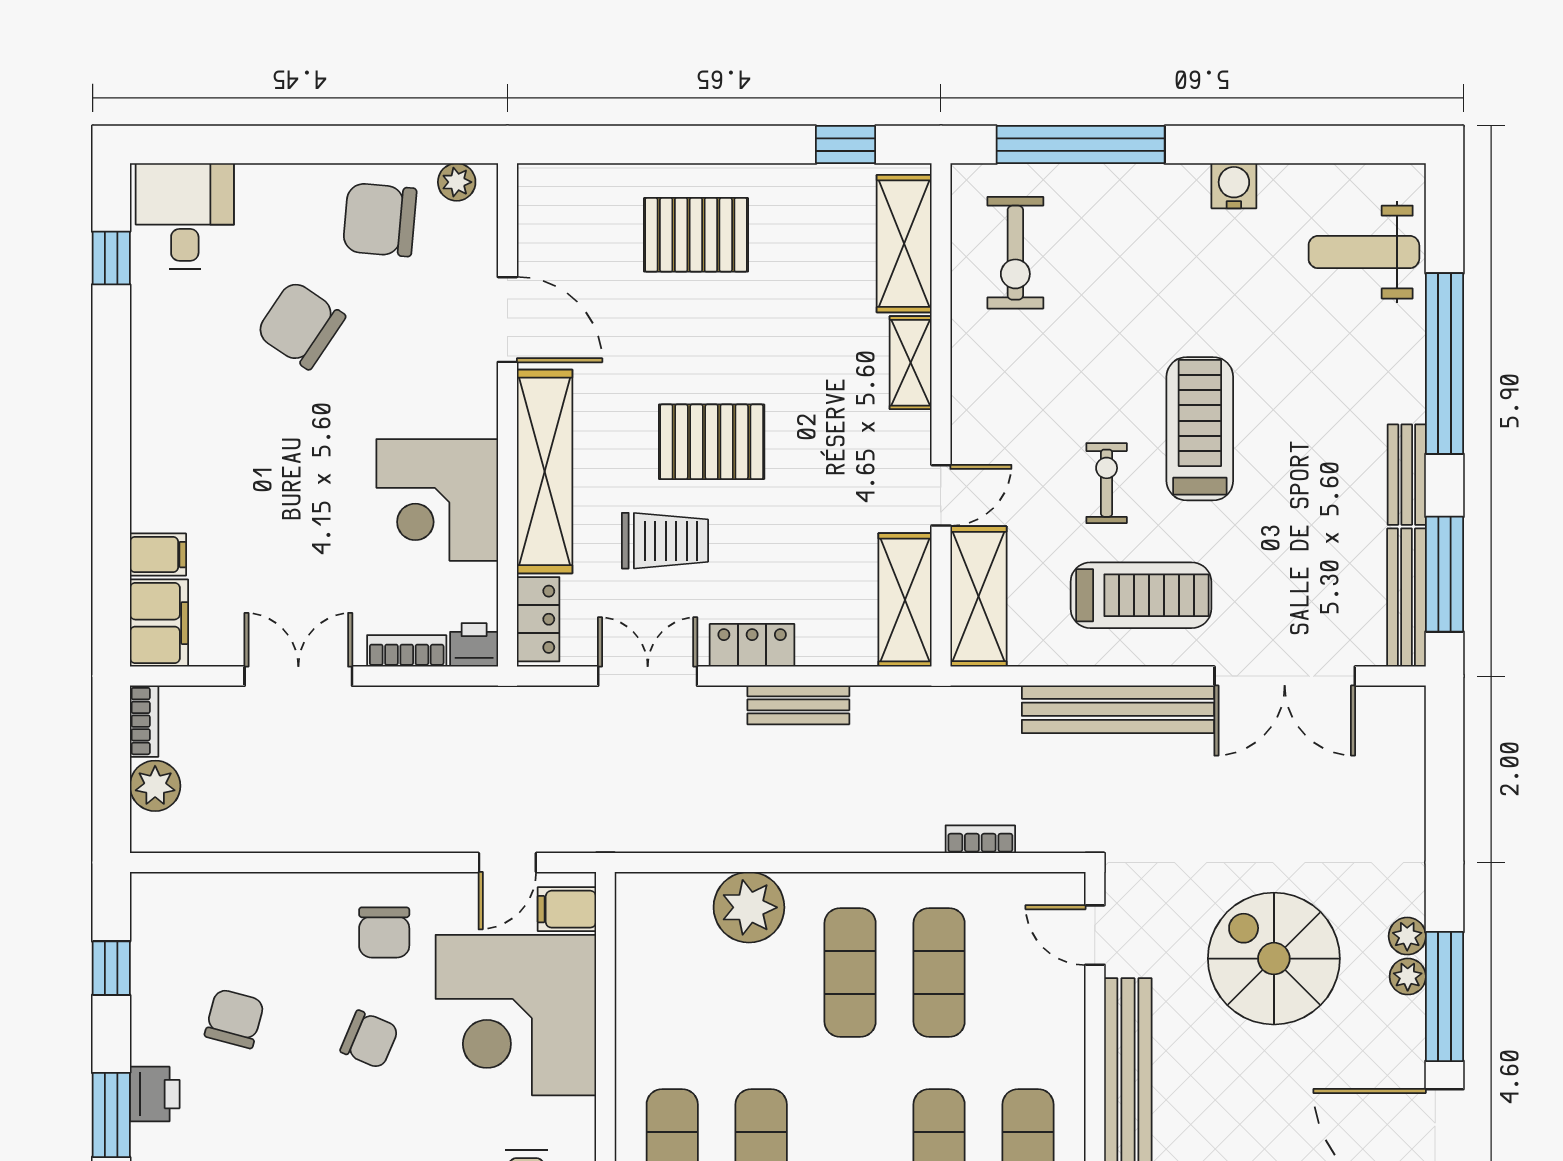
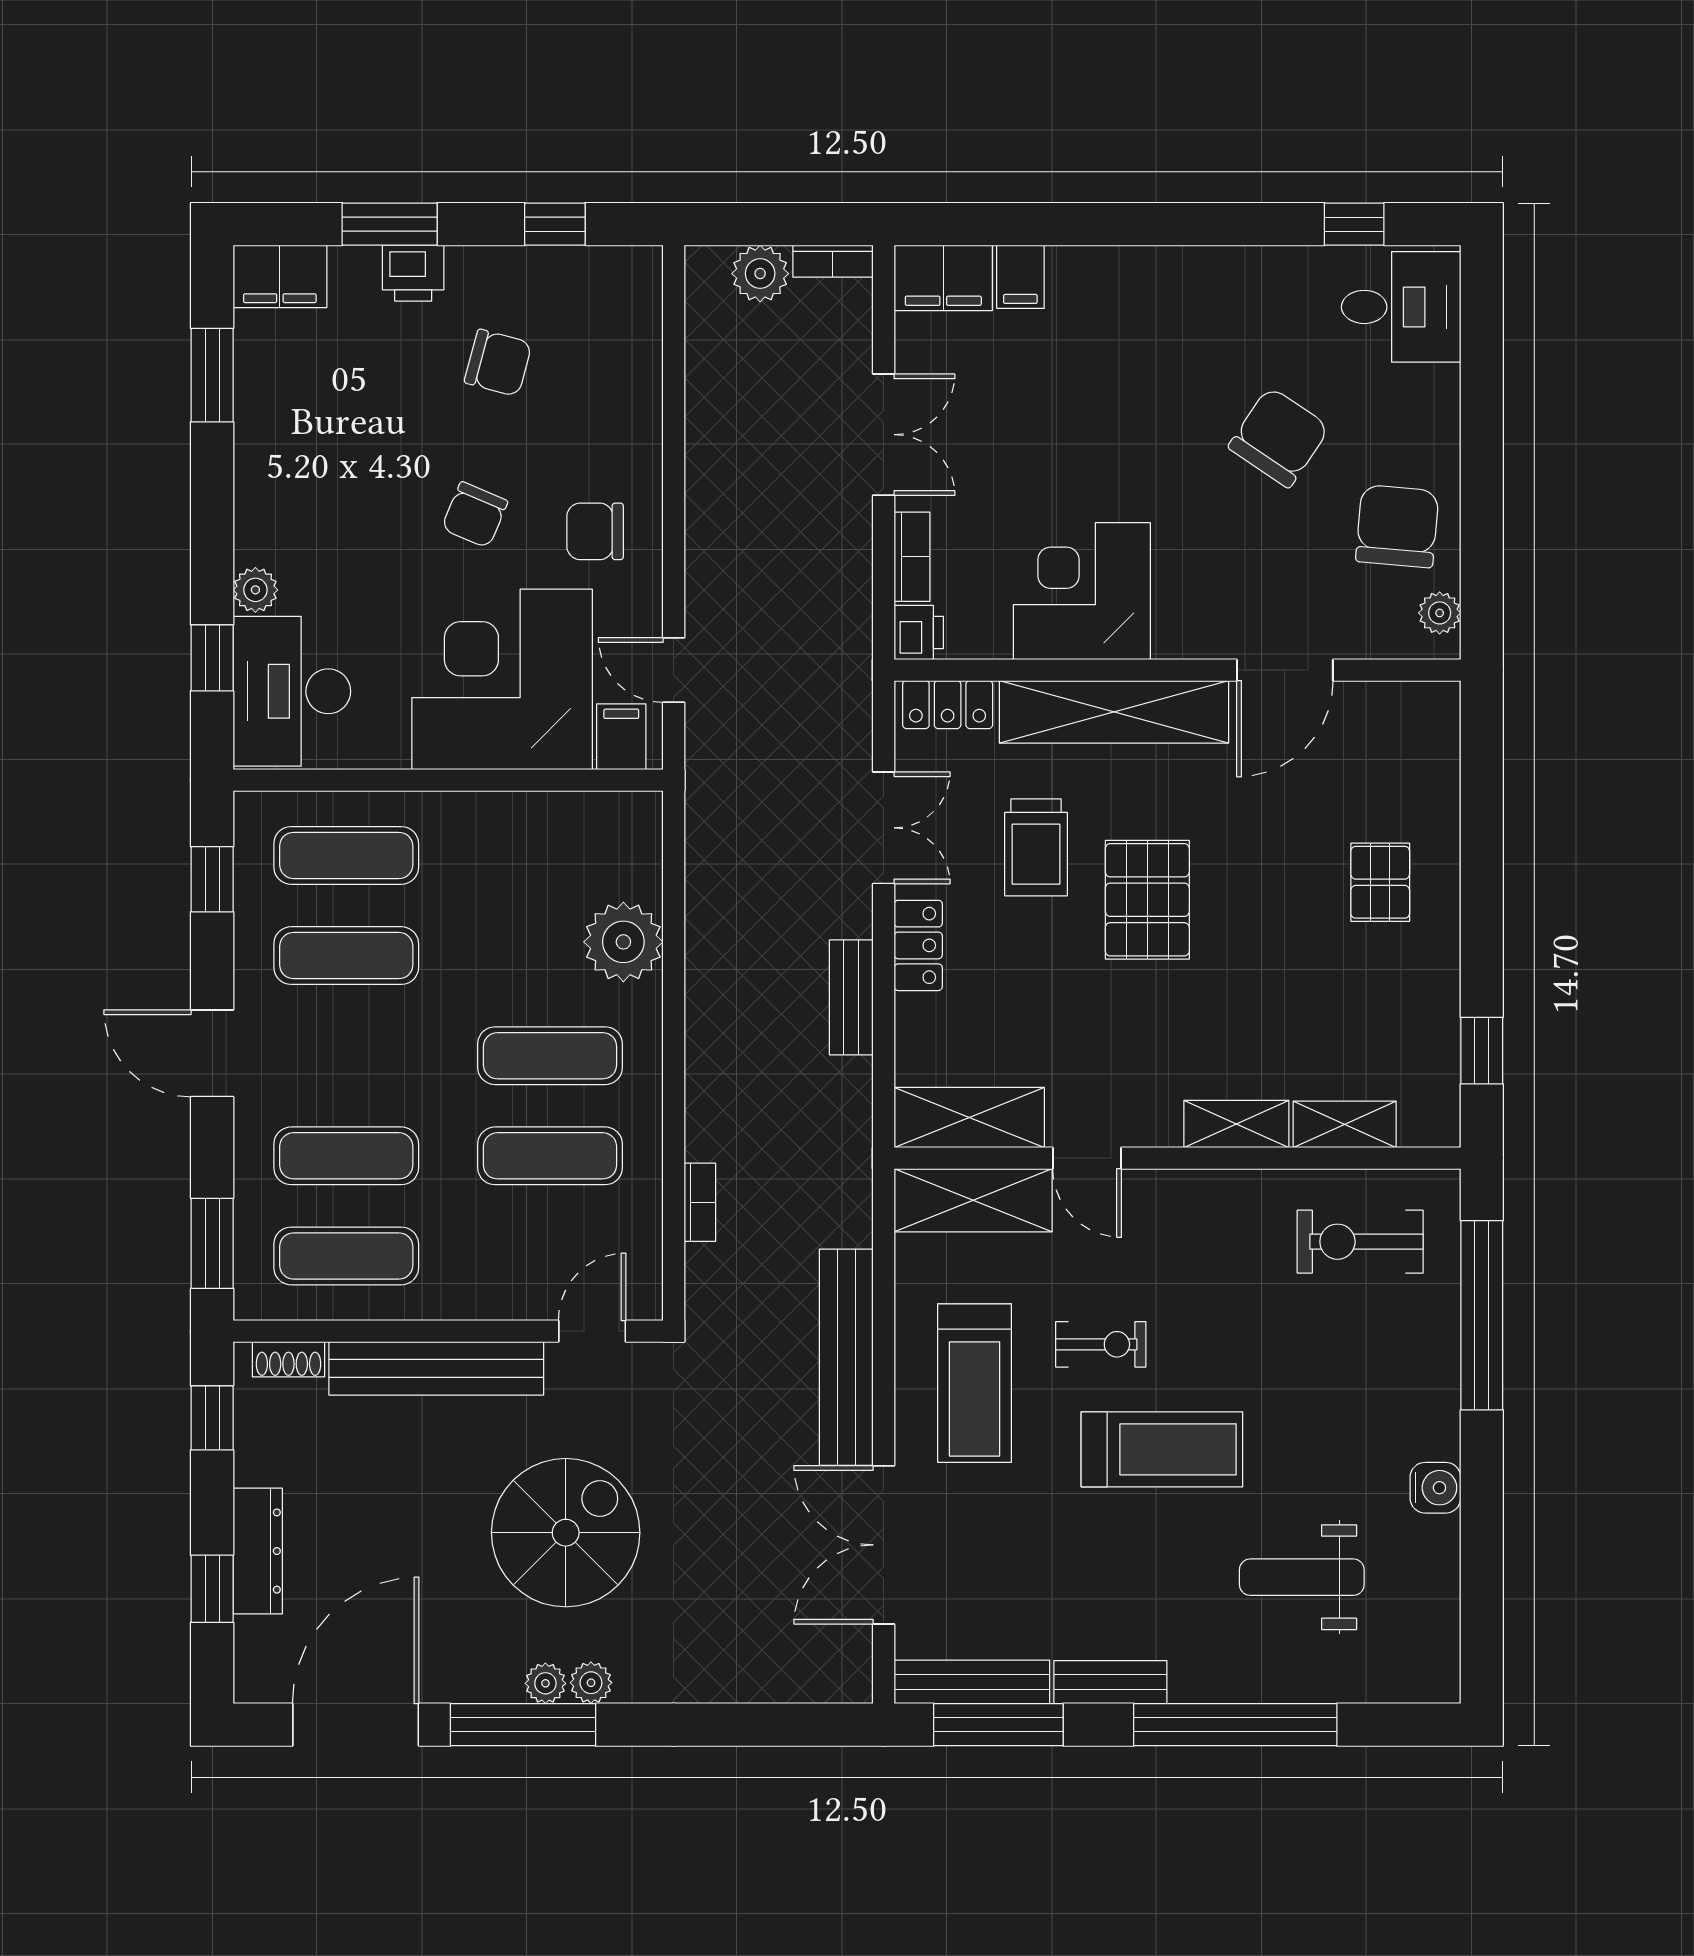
pallet: (696, 235) -> (1380, 882), width x0.67, depth x0.71
shelving: (904, 244) -> (1345, 1124), width x0.67, depth x0.75
weight bench: (1364, 252) -> (1302, 1577), moved, turned -90

